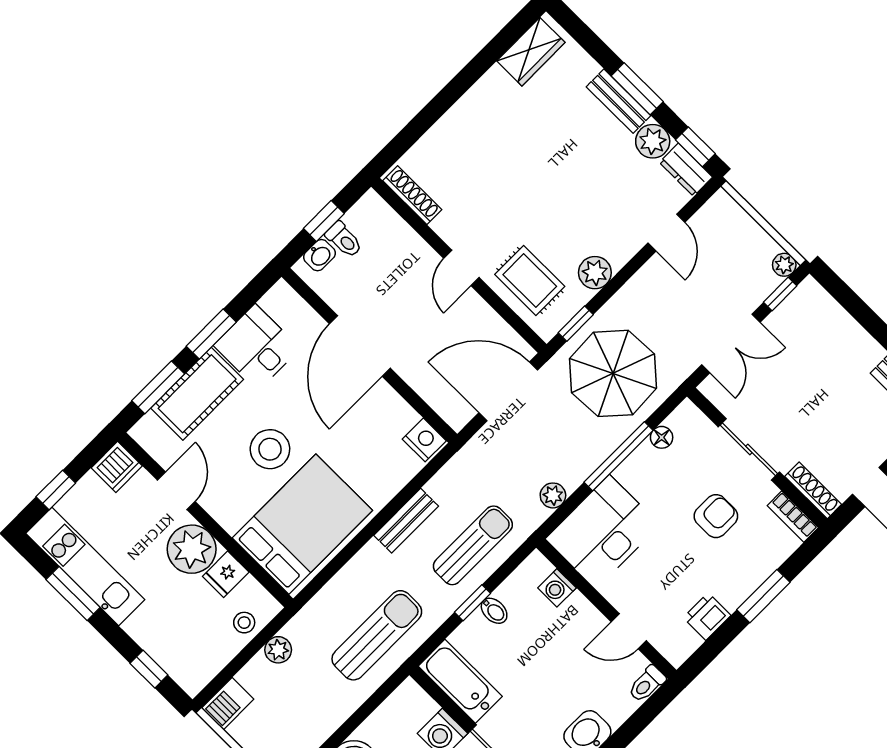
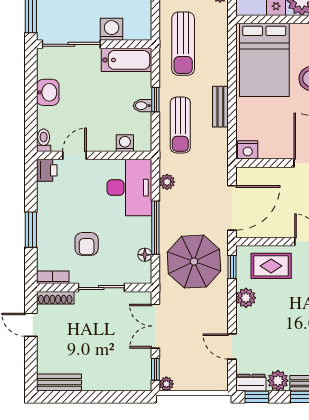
printer: (707, 616) -> (47, 170), moved

